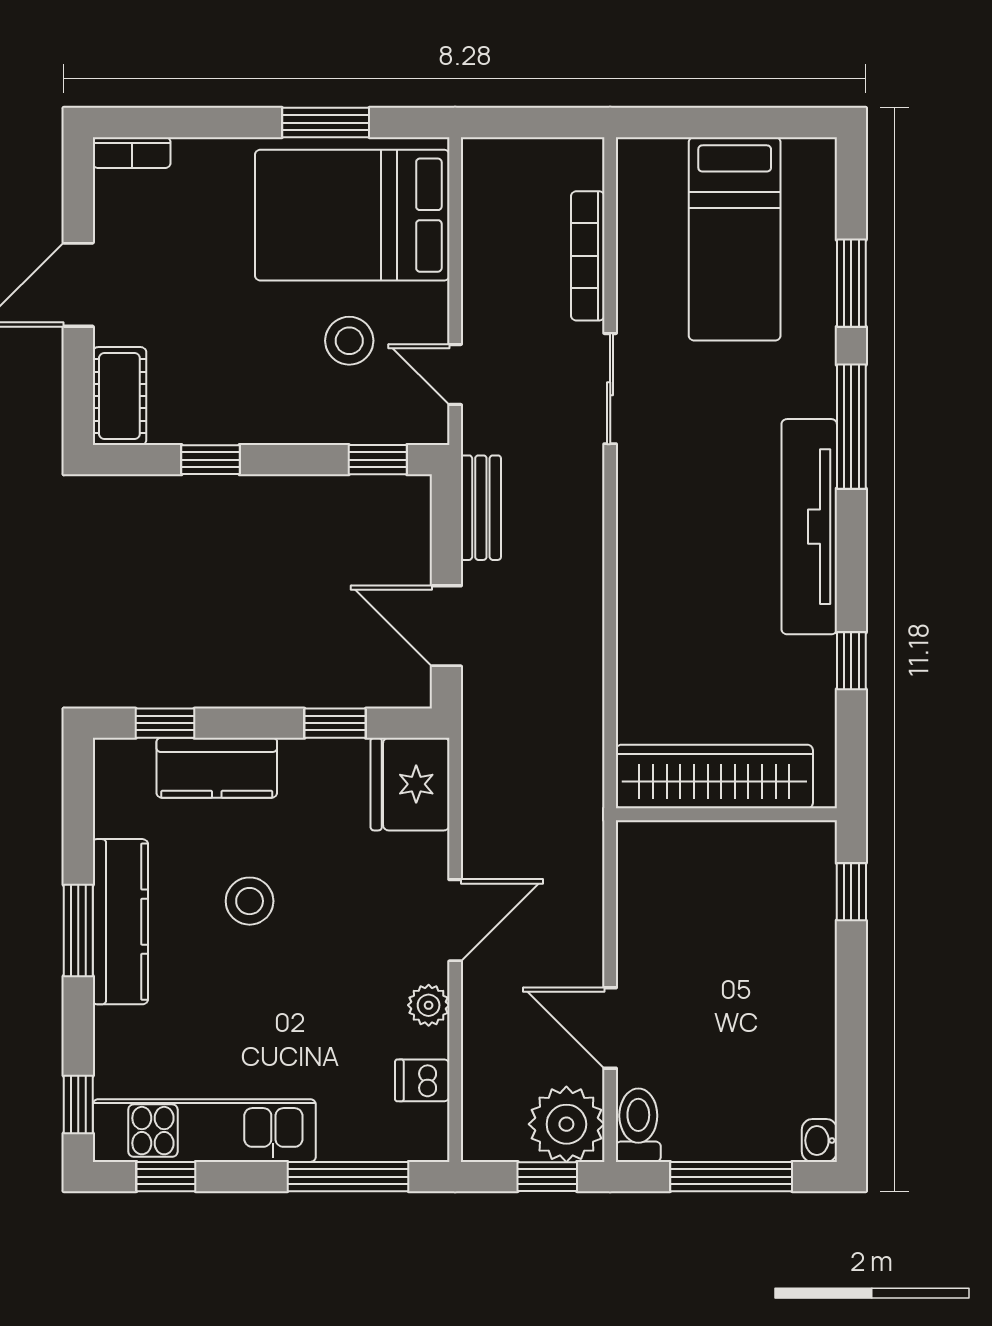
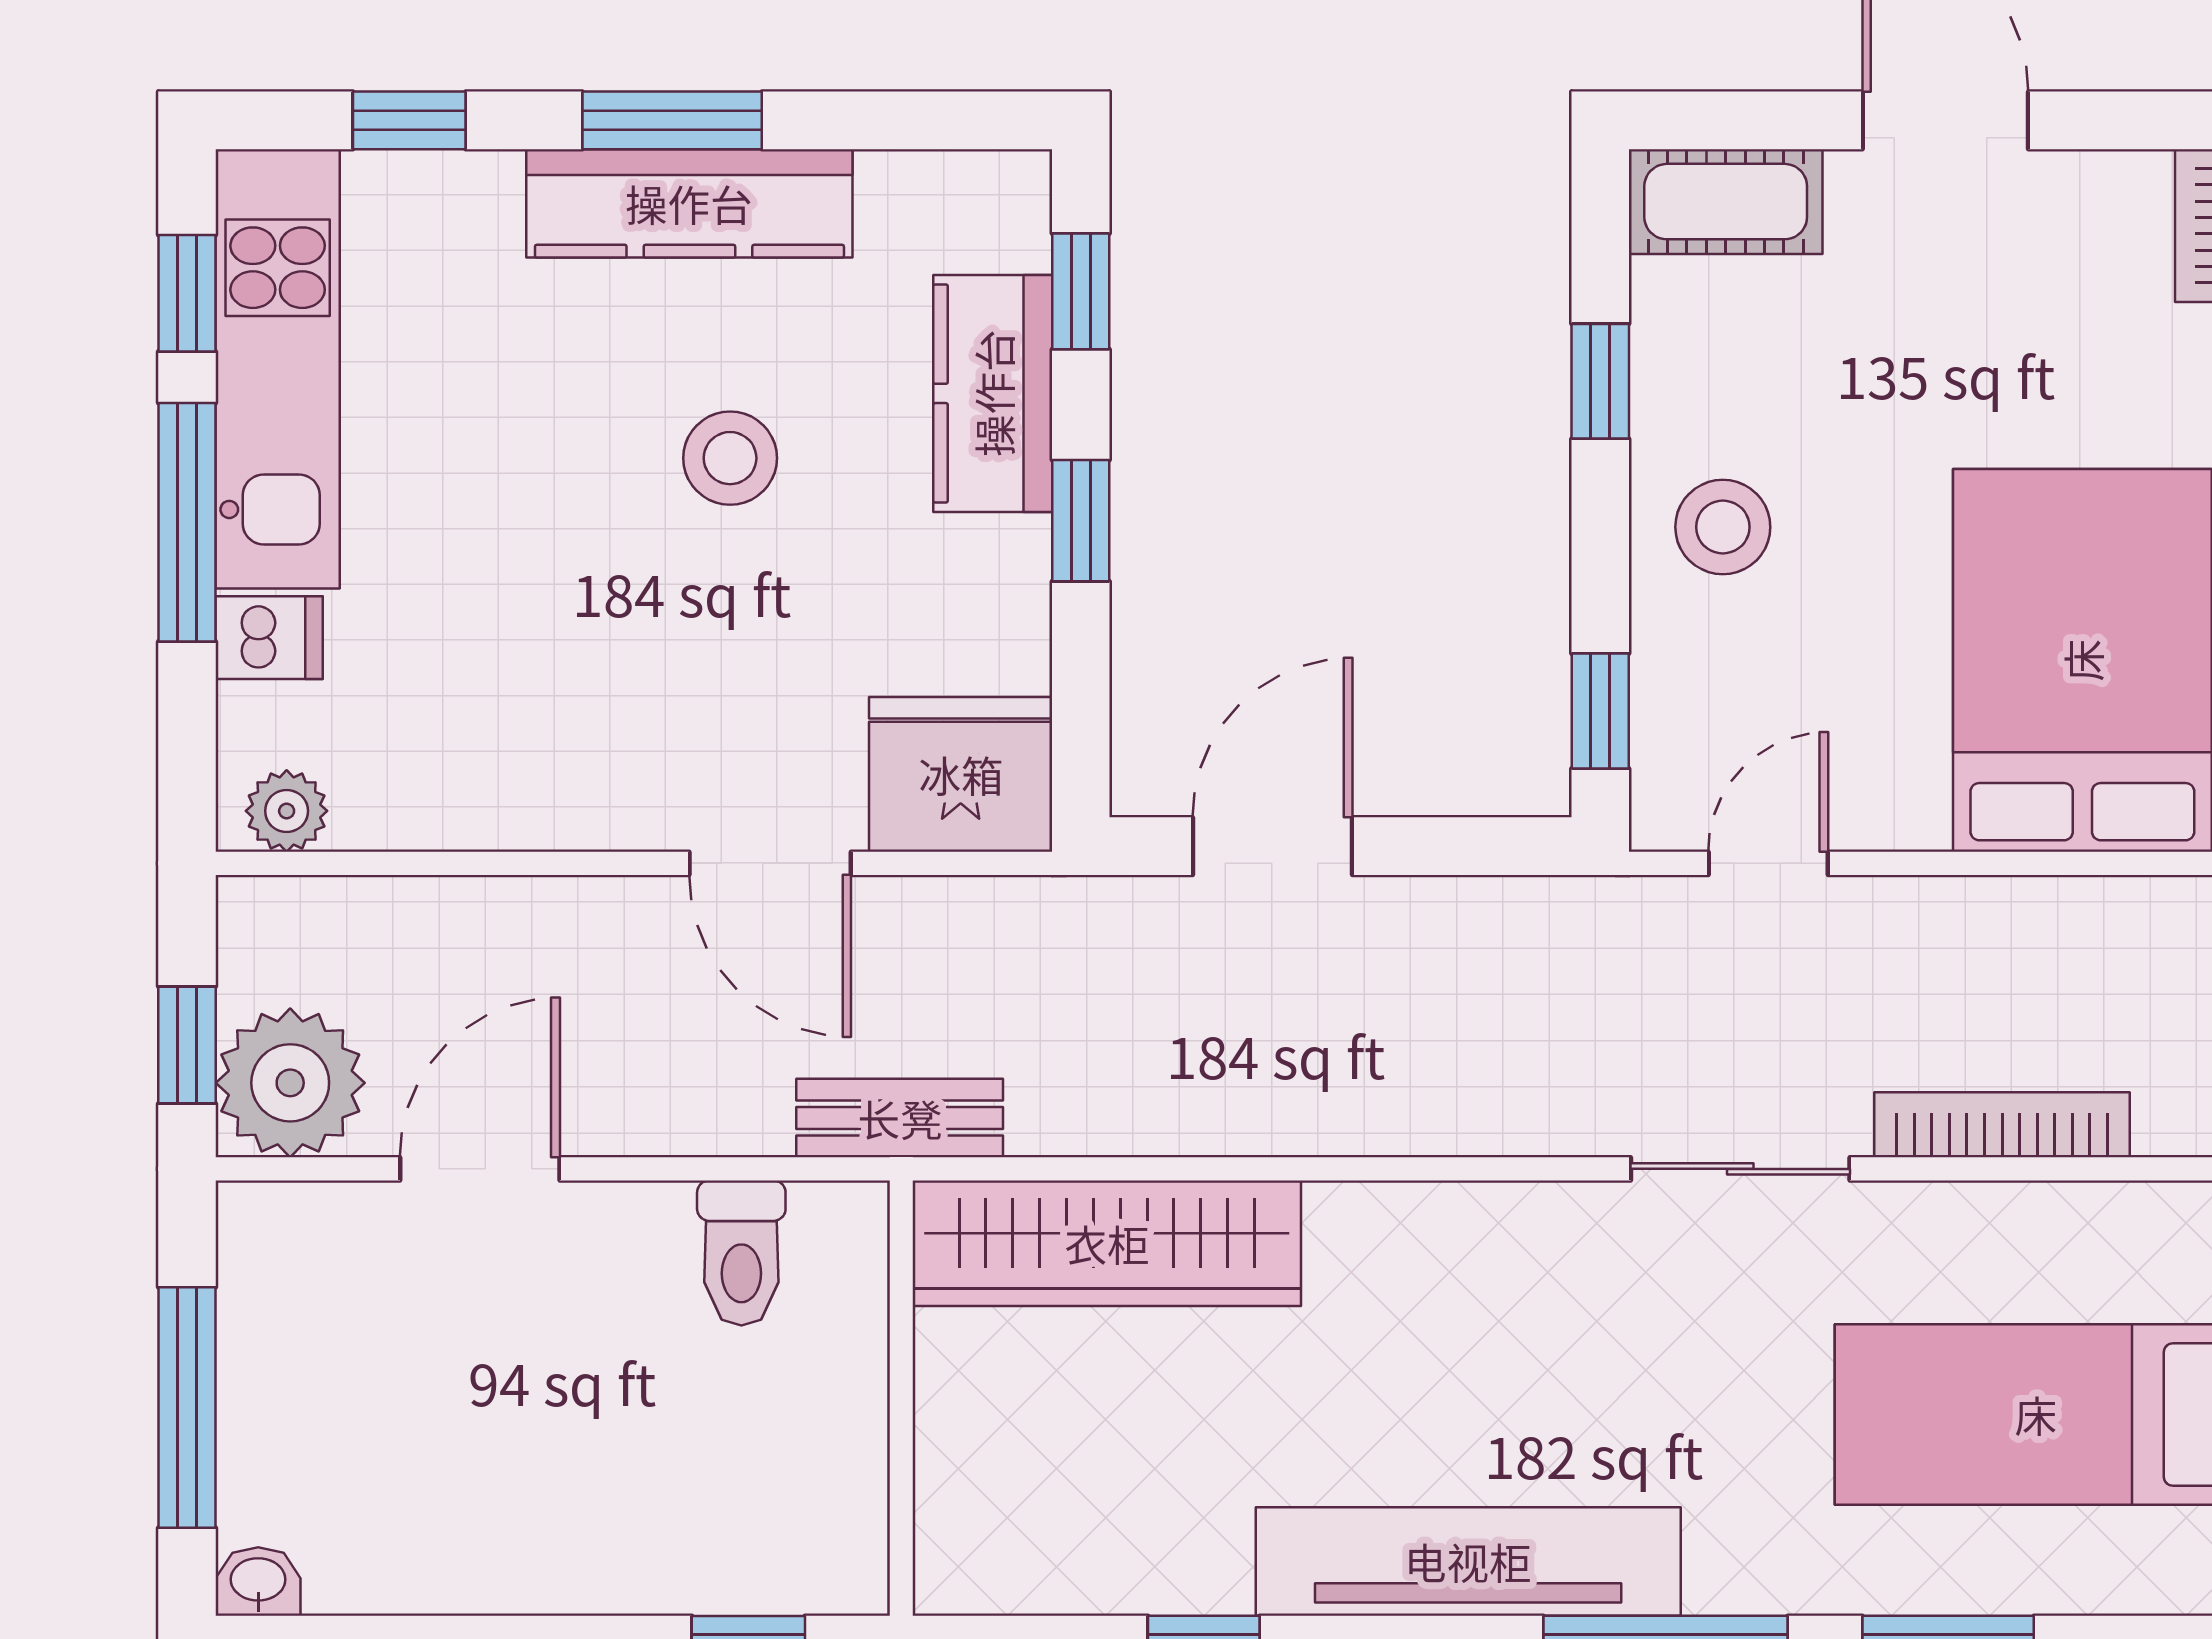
stool: (349, 341) -> (1723, 527), moved
bench: (481, 508) -> (900, 1118), moved
window: (335, 723) -> (1081, 521), moved
wardrobe: (714, 777) -> (1107, 1243), moved, turned 90
door: (455, 920) -> (770, 863), moved
plant: (429, 1005) -> (287, 811), moved
dishwasher: (422, 1080) -> (269, 638), moved, turned 90
window: (78, 1104) -> (409, 120), moved
toilet: (638, 1125) -> (741, 1253), moved, turned 90
window: (348, 1177) -> (187, 522), moved

